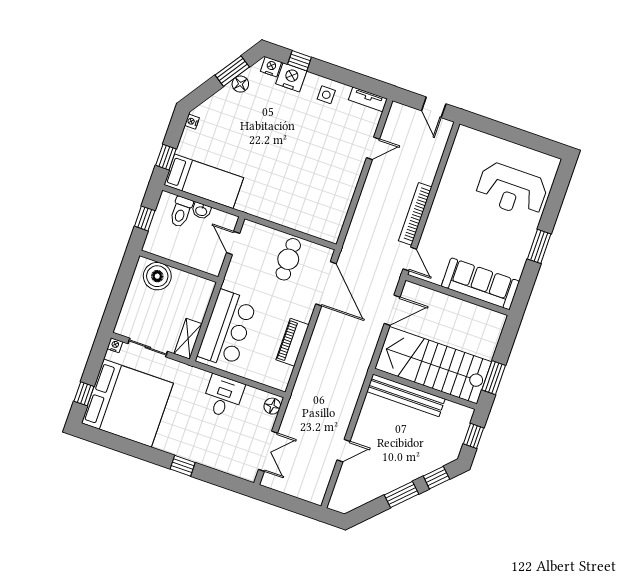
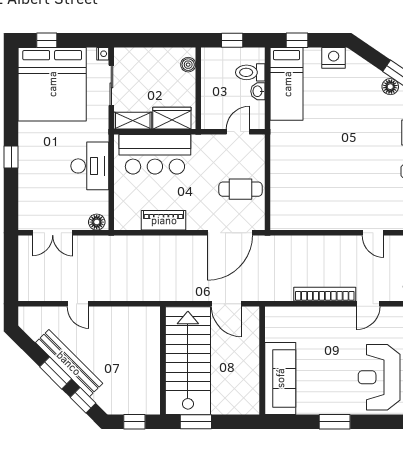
nightstand: (192, 122) -> (334, 58), width x1.89, depth x1.79
door: (410, 259) -> (368, 304), moved
boiler: (157, 276) -> (188, 65), width x0.54, depth x0.54
wardrobe: (198, 301) -> (172, 118), added
bench: (406, 395) -> (69, 363), moved, turned -45
desk: (223, 396) -> (90, 166), width x1.37

